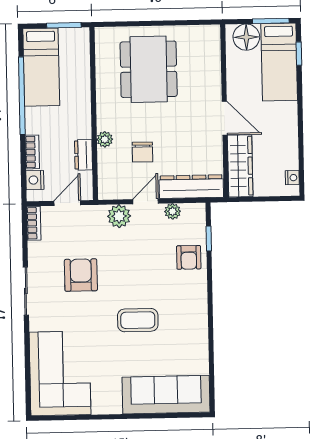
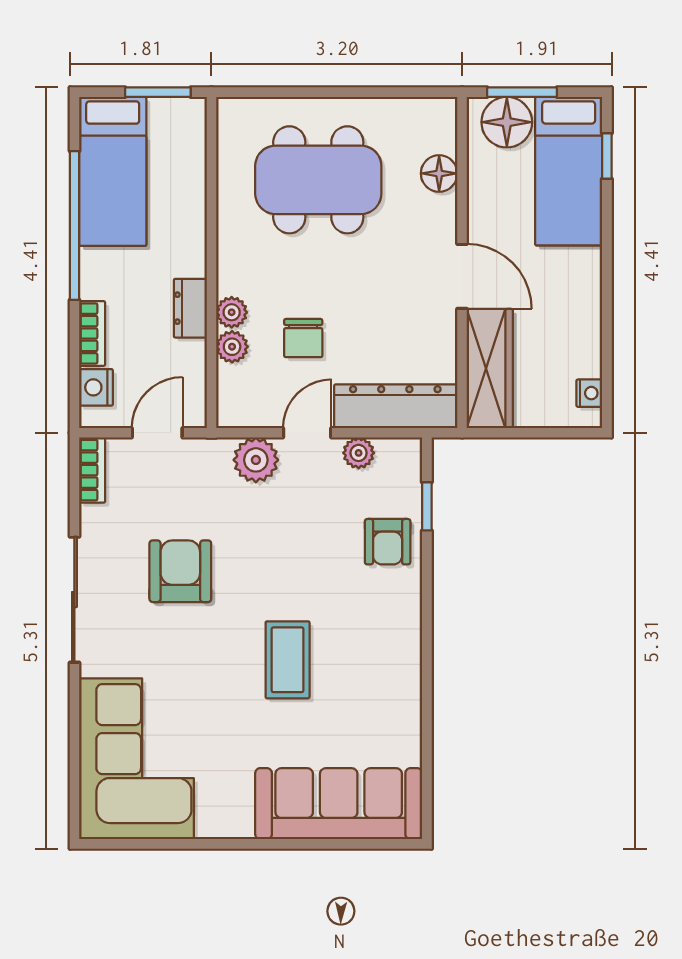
window: (271, 21) -> (522, 92), moved
floor lamp: (212, 65) -> (439, 173), added
dining table: (149, 69) -> (318, 180), turned 90
dresser: (84, 155) -> (190, 308), moved
plant: (105, 157) -> (232, 347), added
sliding door: (26, 291) -> (74, 600), width x1.37
coffee table: (138, 320) -> (288, 660), turned 90

